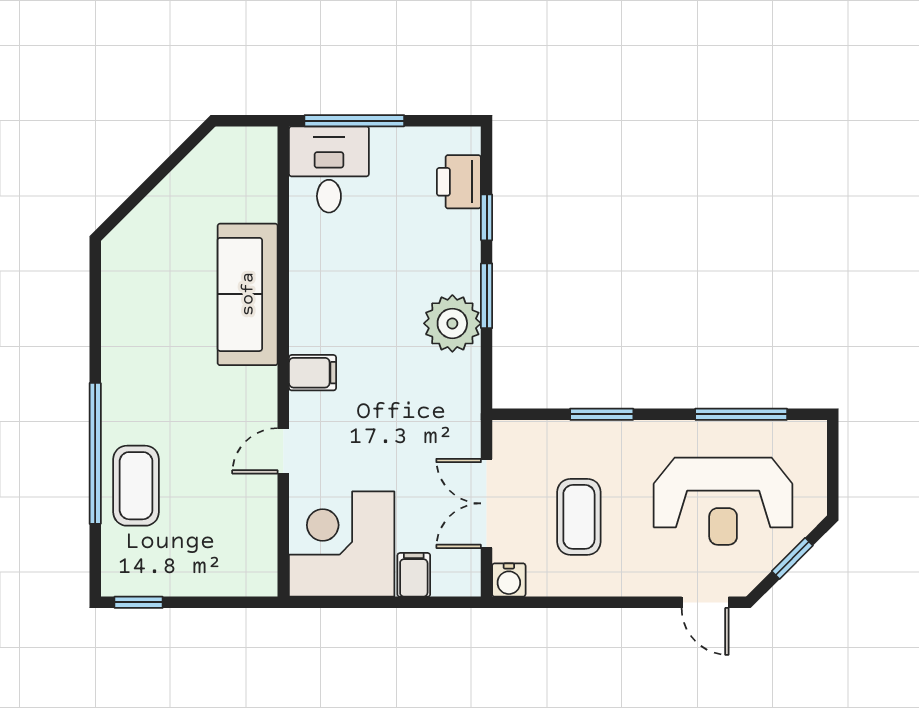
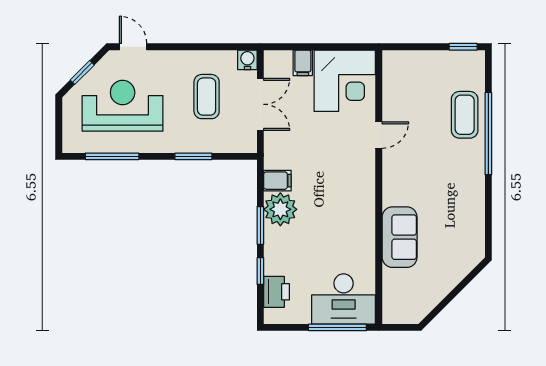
desk: (329, 169) -> (344, 299), width x1.37
sofa: (248, 294) -> (400, 237), width x0.73
filing cabinet: (313, 373) -> (277, 181), moved, turned 180

